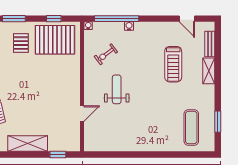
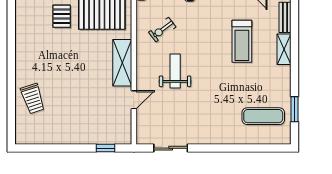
exercise mat: (191, 127) -> (263, 116), turned 90
shelving: (28, 143) -> (122, 63), moved, turned 90
sliding door: (113, 154) -> (171, 148), added

